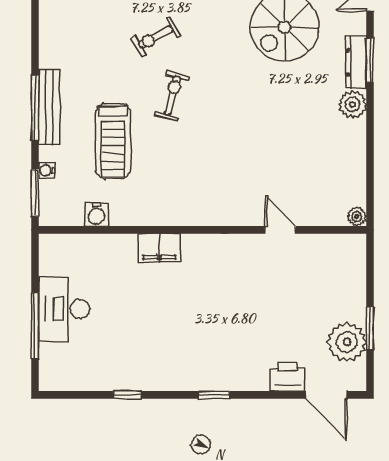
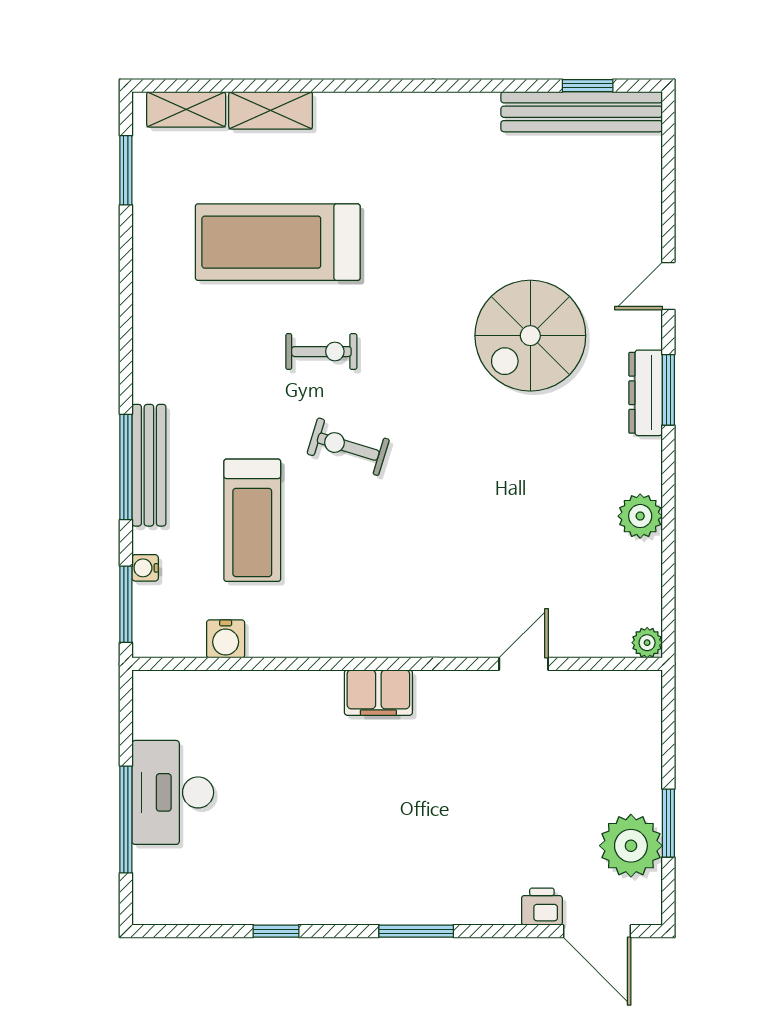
exercise bike: (156, 37) -> (321, 352), turned -151
exercise bike: (172, 96) -> (348, 447), turned -88
plant: (353, 104) -> (640, 516), moved
door: (281, 230) -> (524, 664), hinge flipped
filing cabinet: (159, 248) -> (378, 693), moved
printer: (287, 377) -> (542, 907), width x0.73, depth x0.81
window: (214, 395) -> (416, 931), width x1.50

